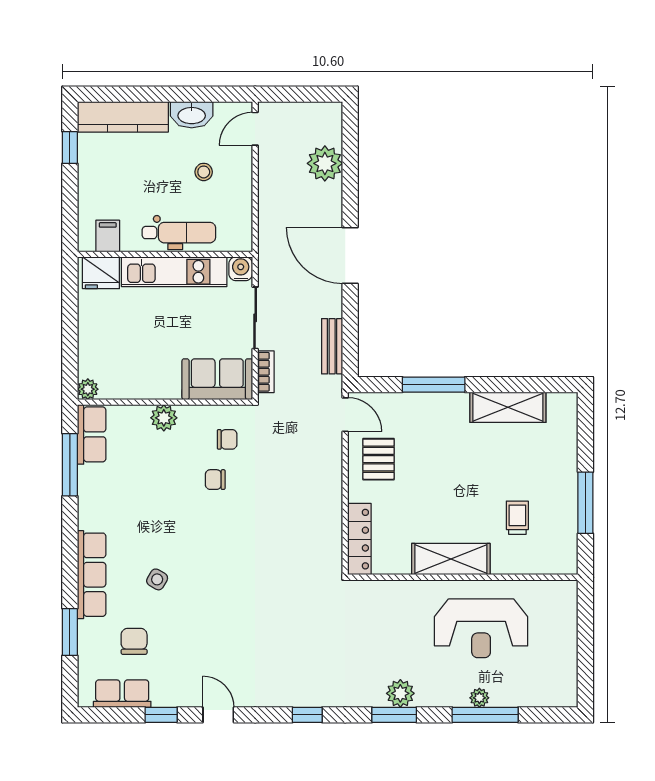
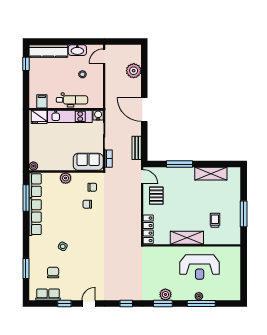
row of seats: (92, 575) -> (35, 217), moved
door: (218, 715) -> (89, 304), hinge flipped

